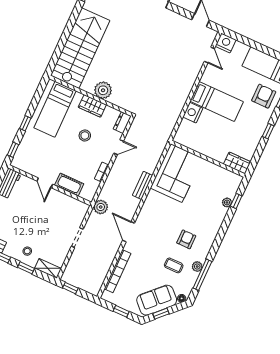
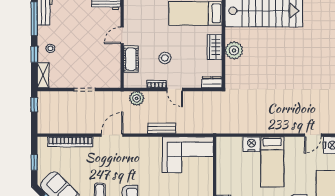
stool: (85, 136) -> (165, 58), moved
door: (119, 147) -> (175, 89), moved
plant: (101, 207) -> (137, 98), moved

